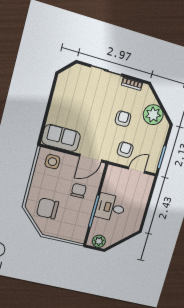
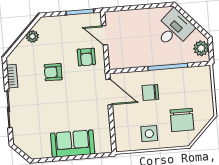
plant: (153, 115) -> (32, 36), width x0.53, depth x0.53
sofa: (61, 138) -> (73, 144), moved, turned 90
armchair: (125, 150) -> (86, 57), turned -94
side table: (52, 162) -> (149, 134), moved
desk: (110, 208) -> (174, 29), moved, turned -132

